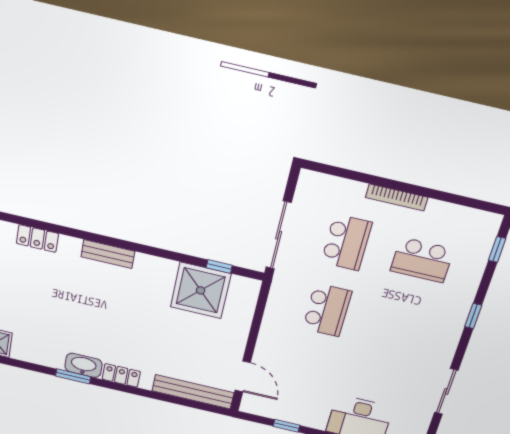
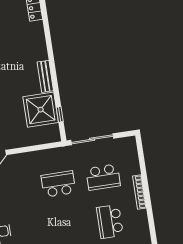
bench: (108, 254) -> (45, 76), moved
school desk: (327, 310) -> (58, 184), turned 180

